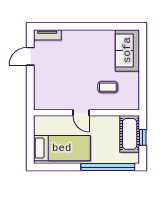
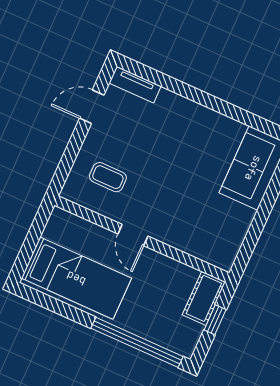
coffee table: (108, 87) -> (108, 177), moved
cot: (130, 134) -> (204, 298), width x0.73, depth x0.75

